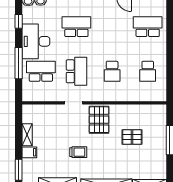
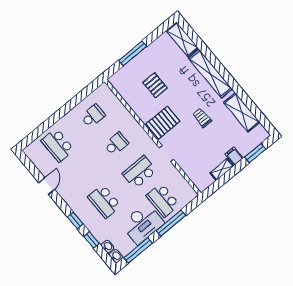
window: (19, 21) -> (138, 250), width x2.17

